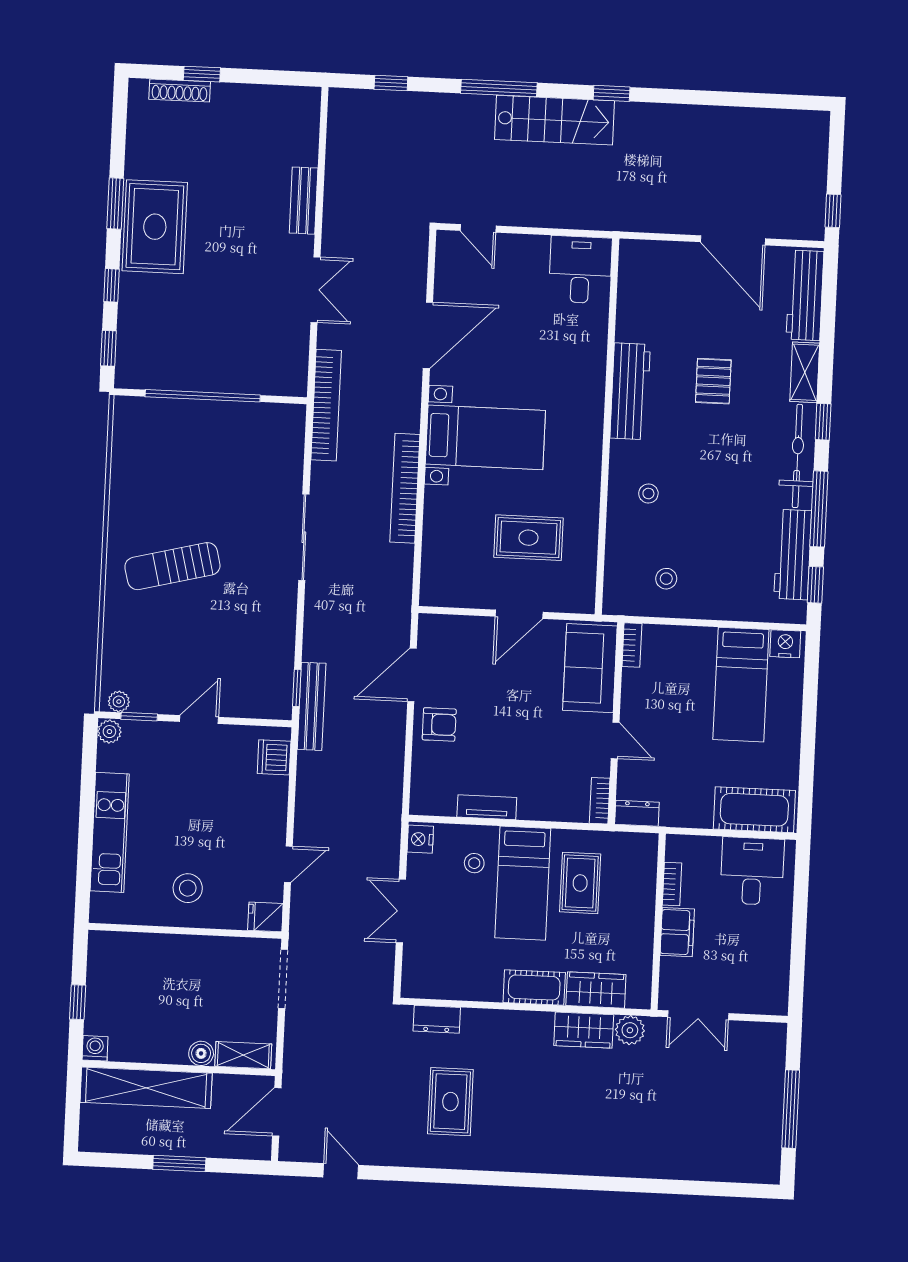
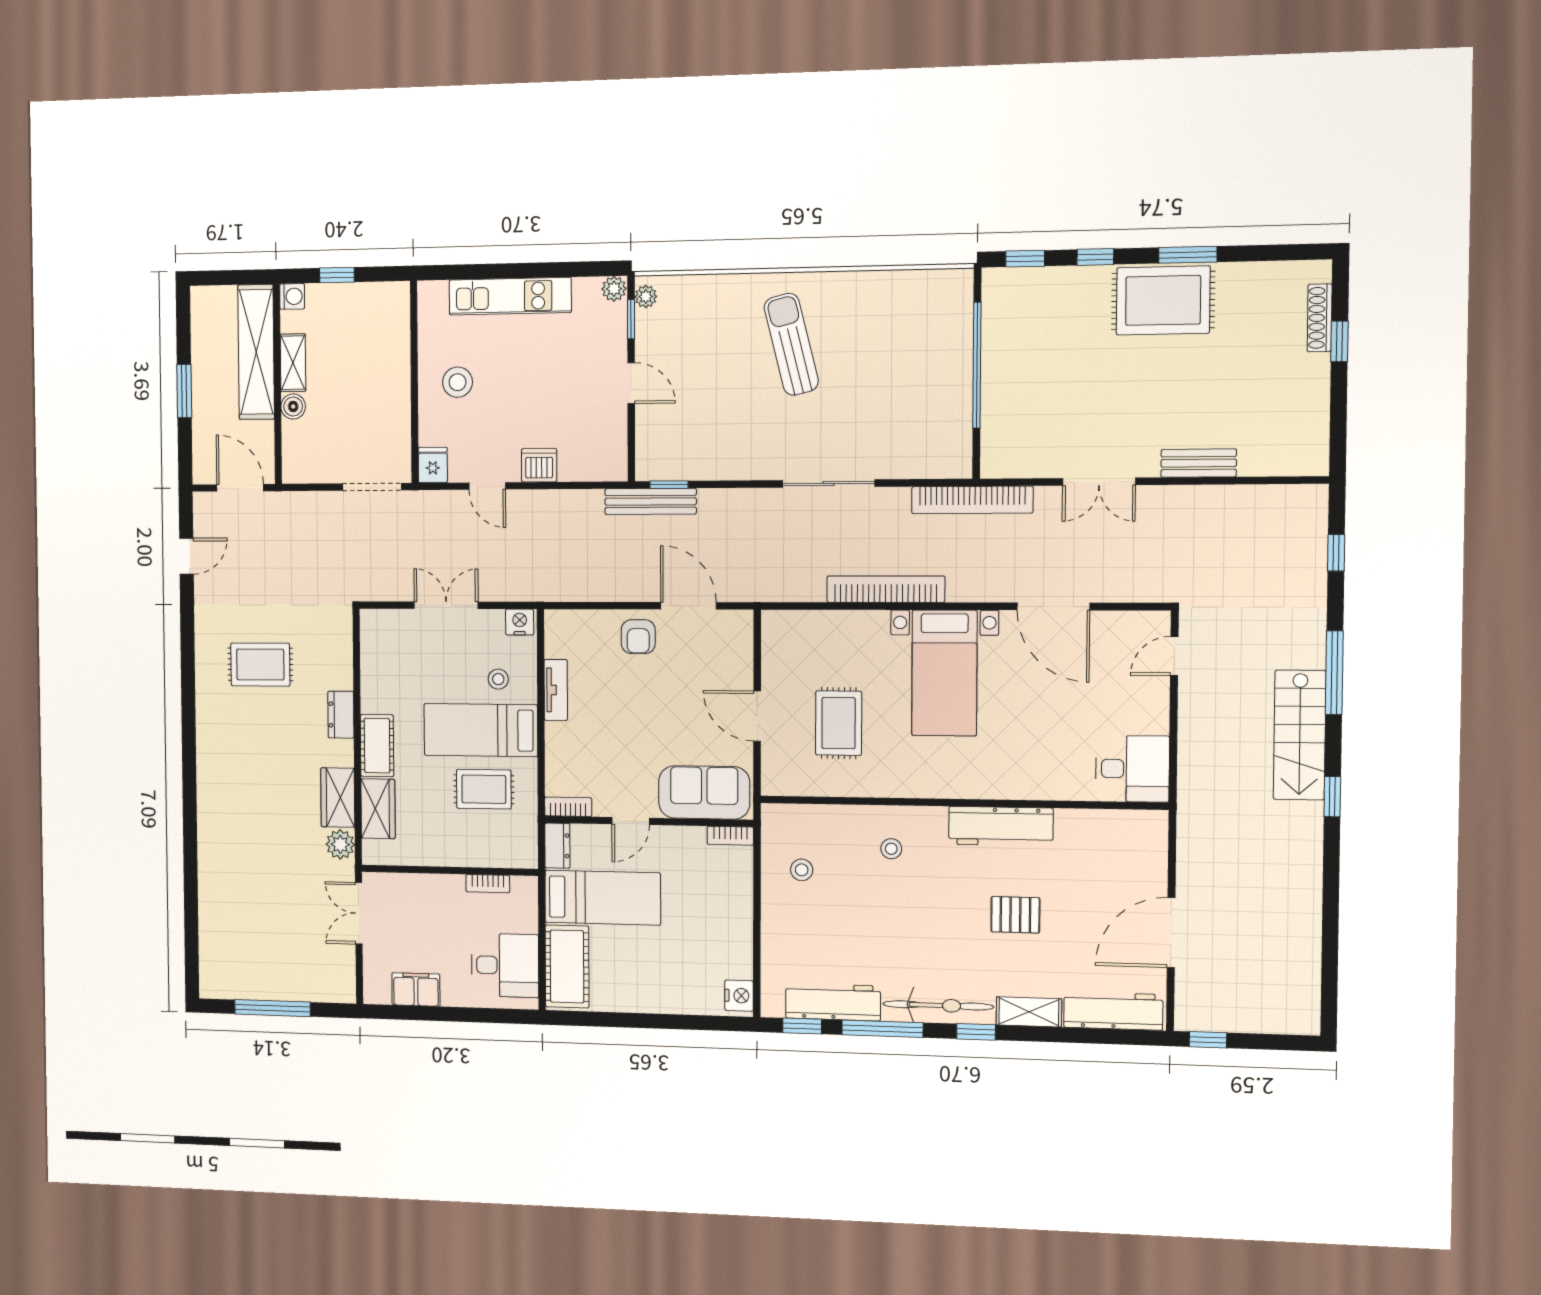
bed: (741, 685) -> (603, 898), moved, turned 180
dishwasher: (274, 757) -> (539, 465), moved
filing cabinet: (677, 932) -> (416, 989), moved, turned 180
dresser: (437, 1019) -> (341, 715), moved
shelving: (243, 1055) -> (293, 363), moved

